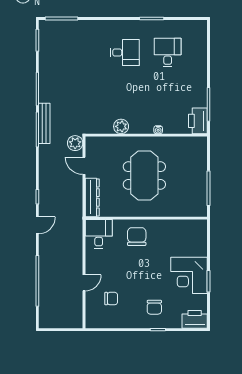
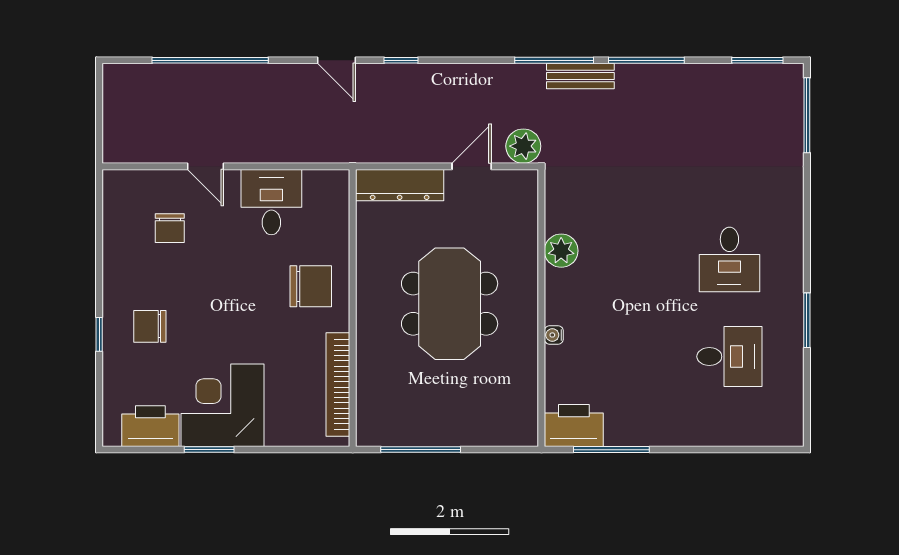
bench: (44, 123) -> (580, 76), width x0.73
meeting table: (144, 176) -> (450, 304), turned 90
bookcase: (180, 225) -> (338, 385), added
desk: (99, 234) -> (271, 202), moved, turned -90
printer: (195, 319) -> (150, 426), moved, turned -90

